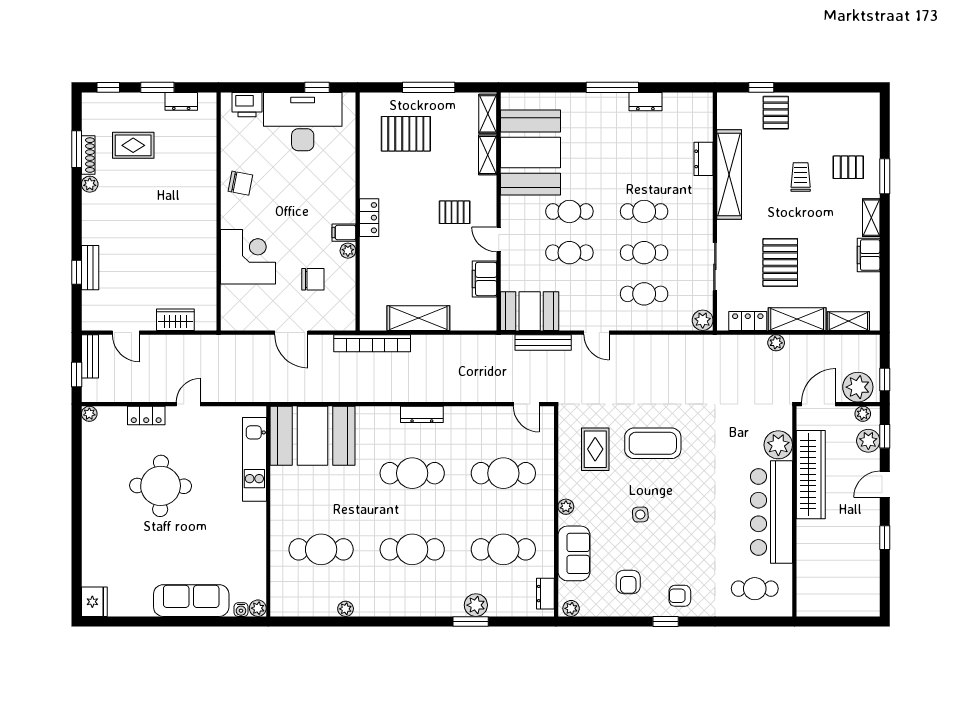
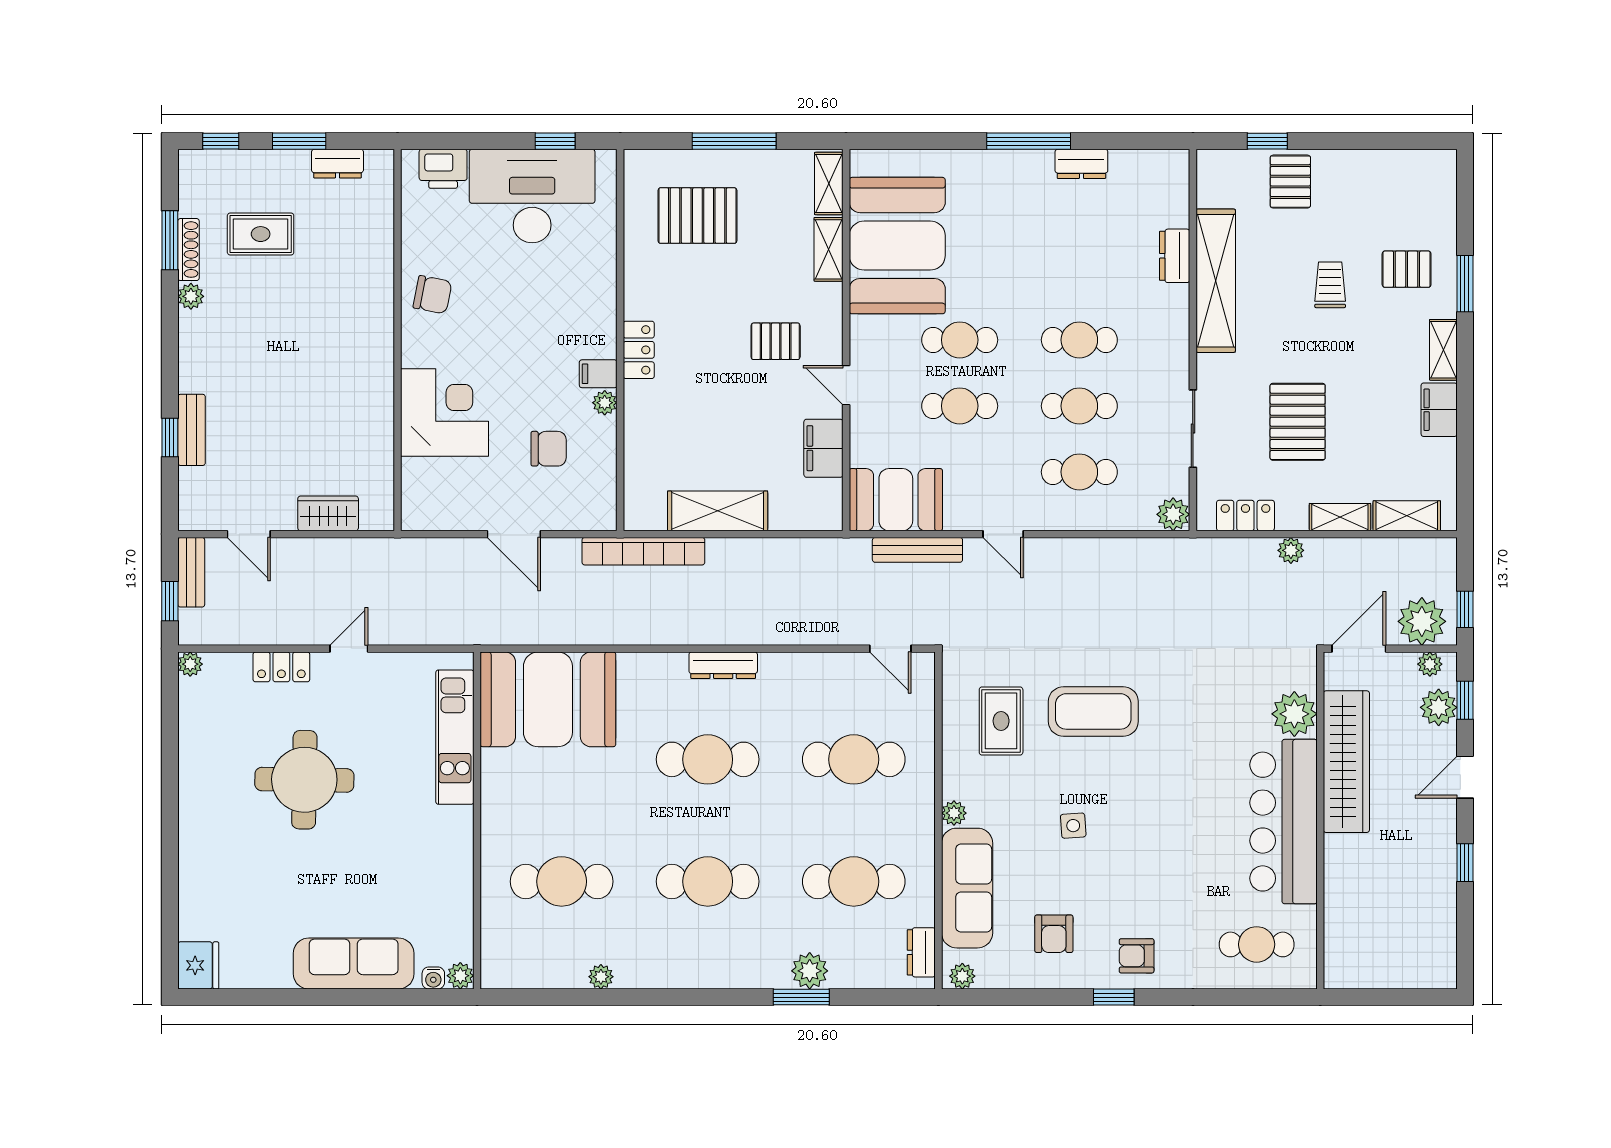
shelving: (797, 319) -> (1340, 517), width x0.67, depth x0.75
sofa: (574, 553) -> (967, 888), width x1.36

